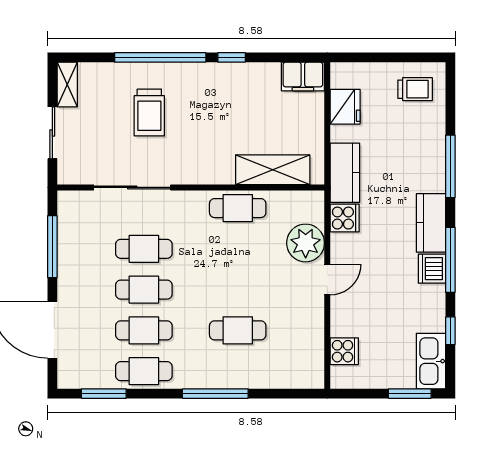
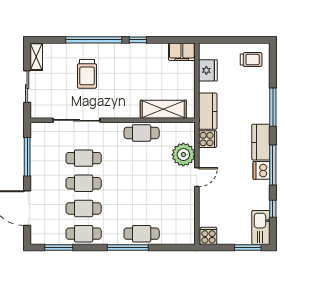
cafe table: (238, 330) -> (142, 234), moved
cooker: (344, 351) -> (208, 236), moved, turned -90

